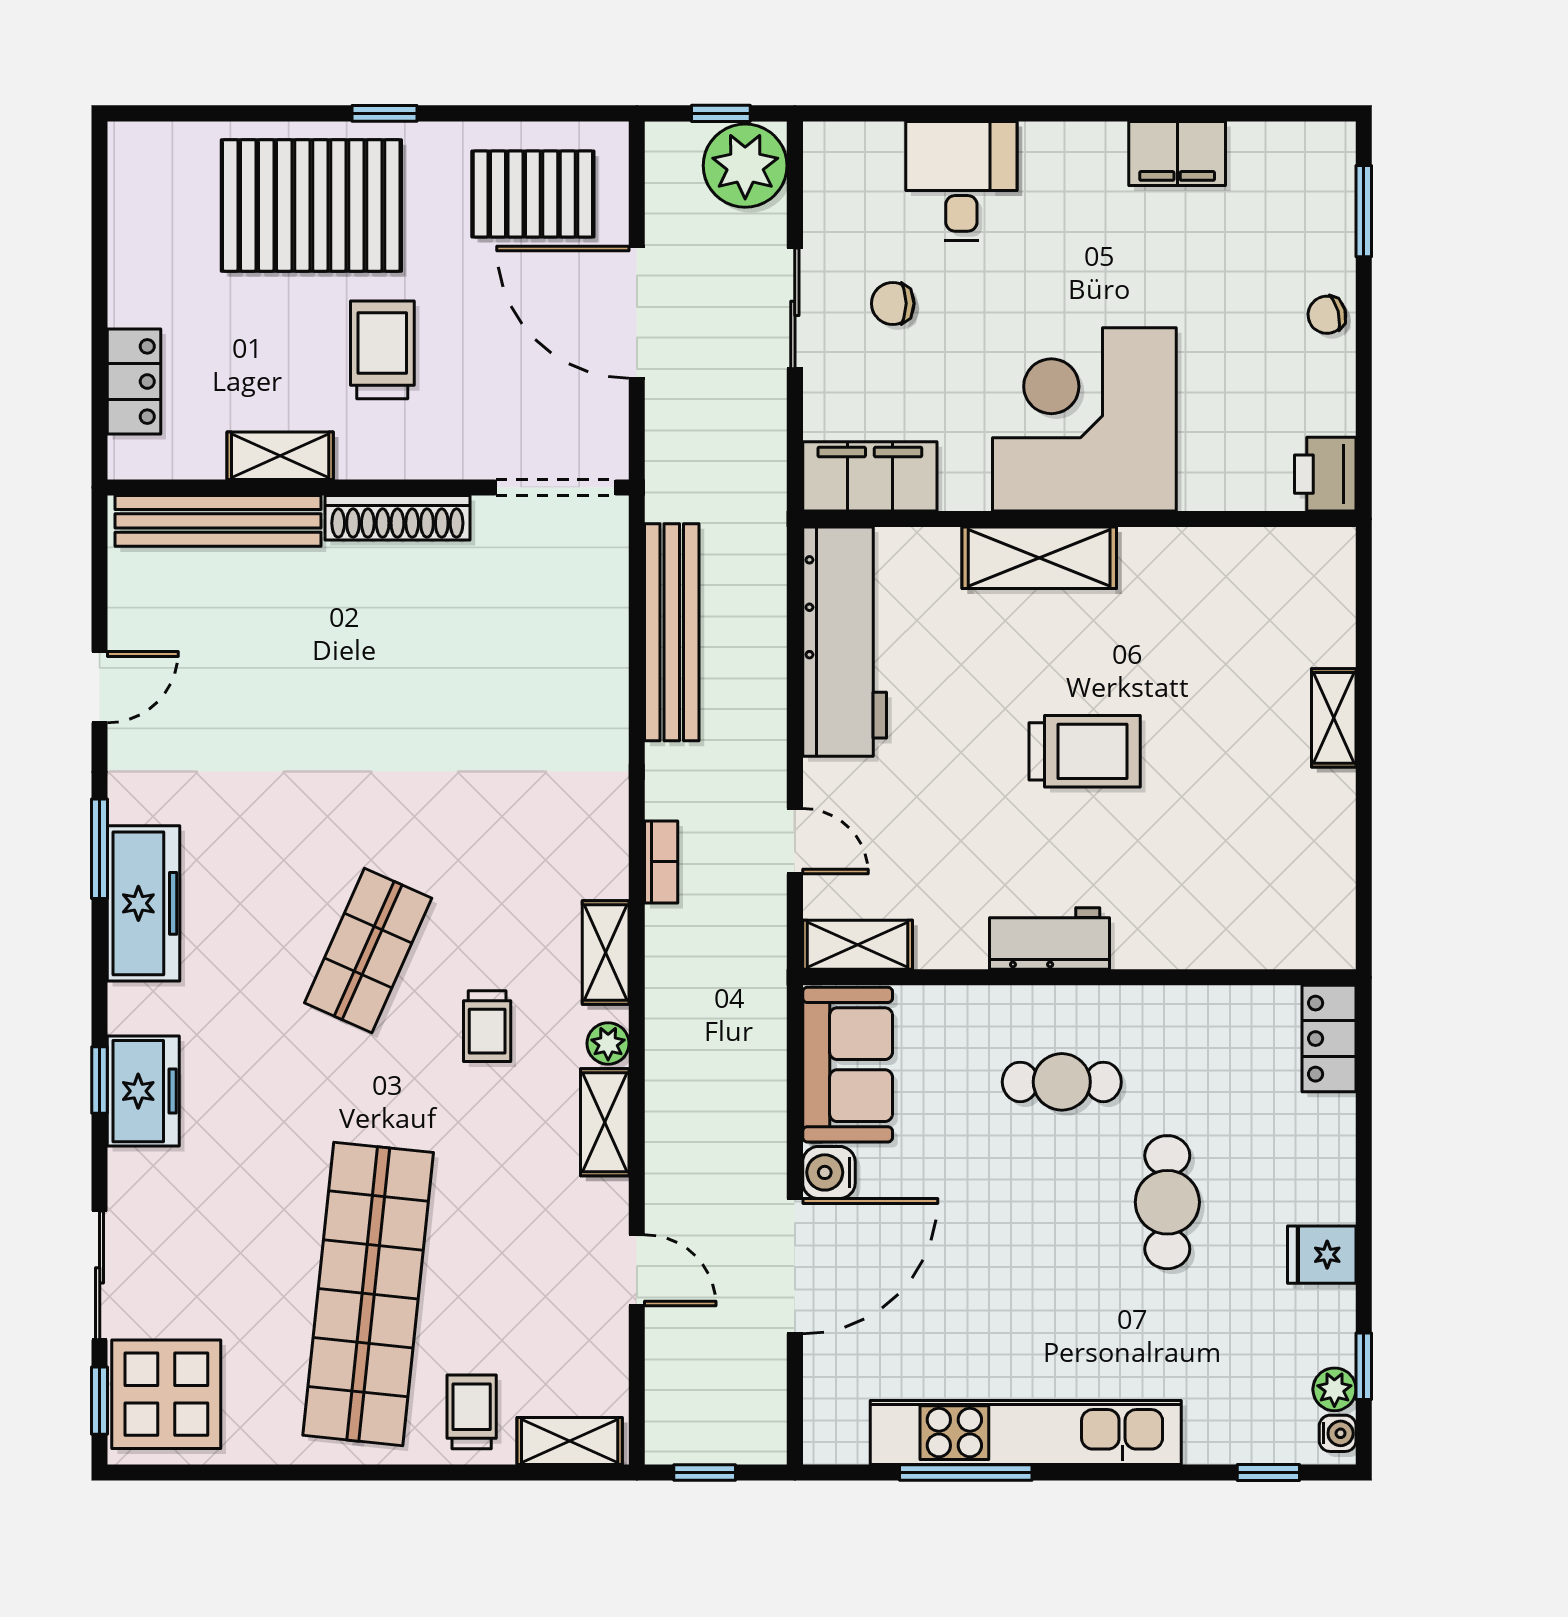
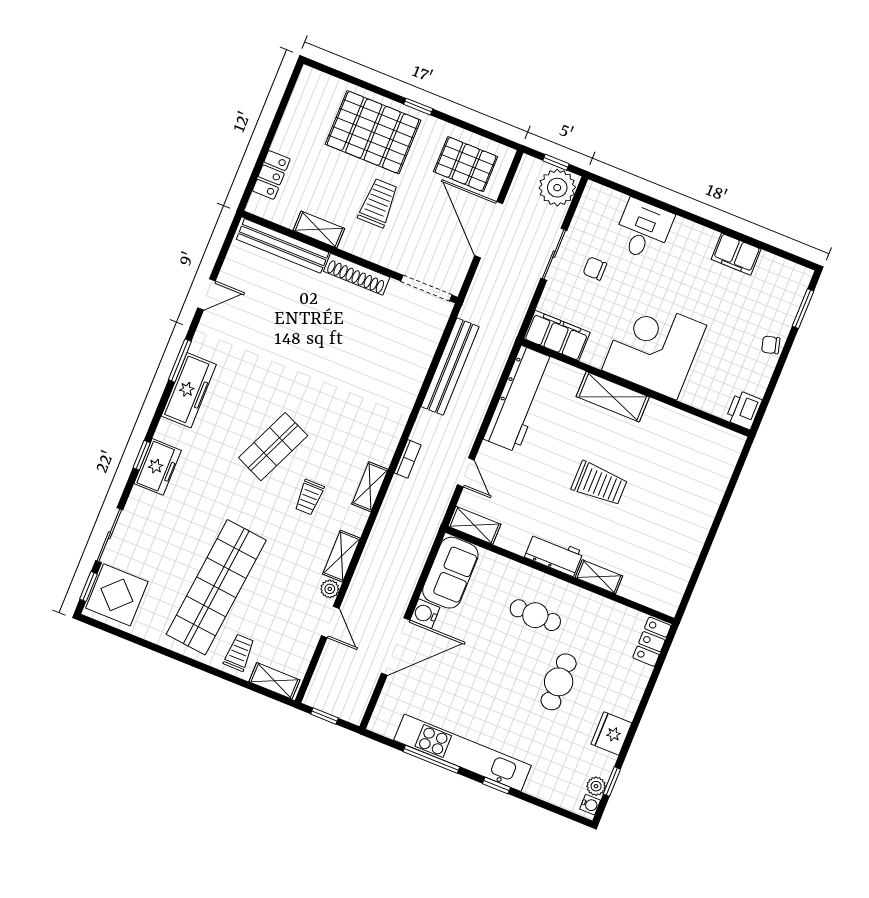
shelving: (1334, 718) -> (599, 577), moved, turned 90
plant: (608, 1043) -> (330, 589), moved
fridge: (1322, 1255) -> (611, 733), width x1.38
window: (1268, 1473) -> (496, 786), moved

